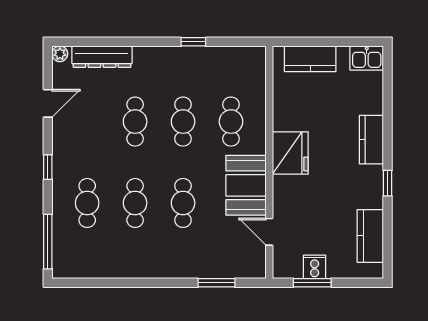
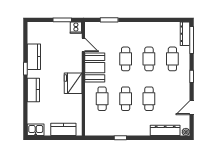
kitchen counter: (370, 236) -> (34, 57), moved
dresser: (61, 254) -> (185, 34), added
cooker: (315, 267) -> (76, 28), moved

